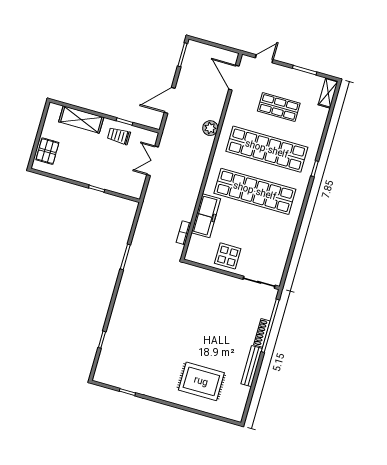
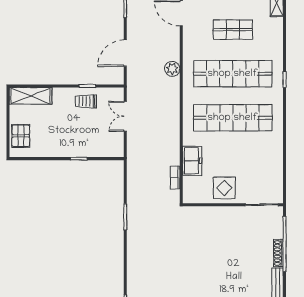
shelving: (81, 120) -> (31, 96), moved
freezer: (206, 216) -> (192, 161), width x0.71

